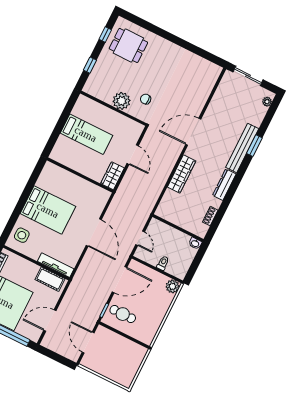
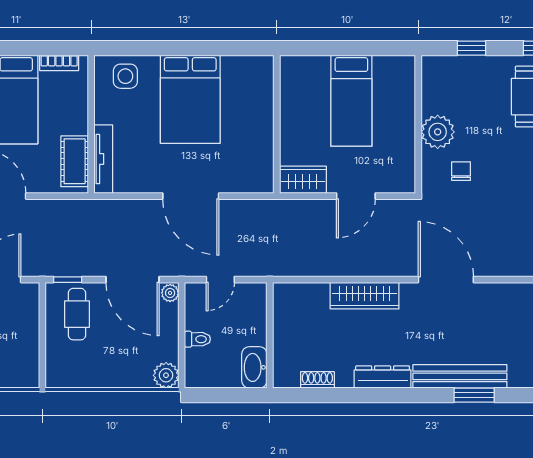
door: (94, 233) -> (191, 196), hinge flipped
washbasin: (195, 243) -> (254, 367), width x1.91, depth x1.45
plant: (135, 265) -> (170, 293), added

